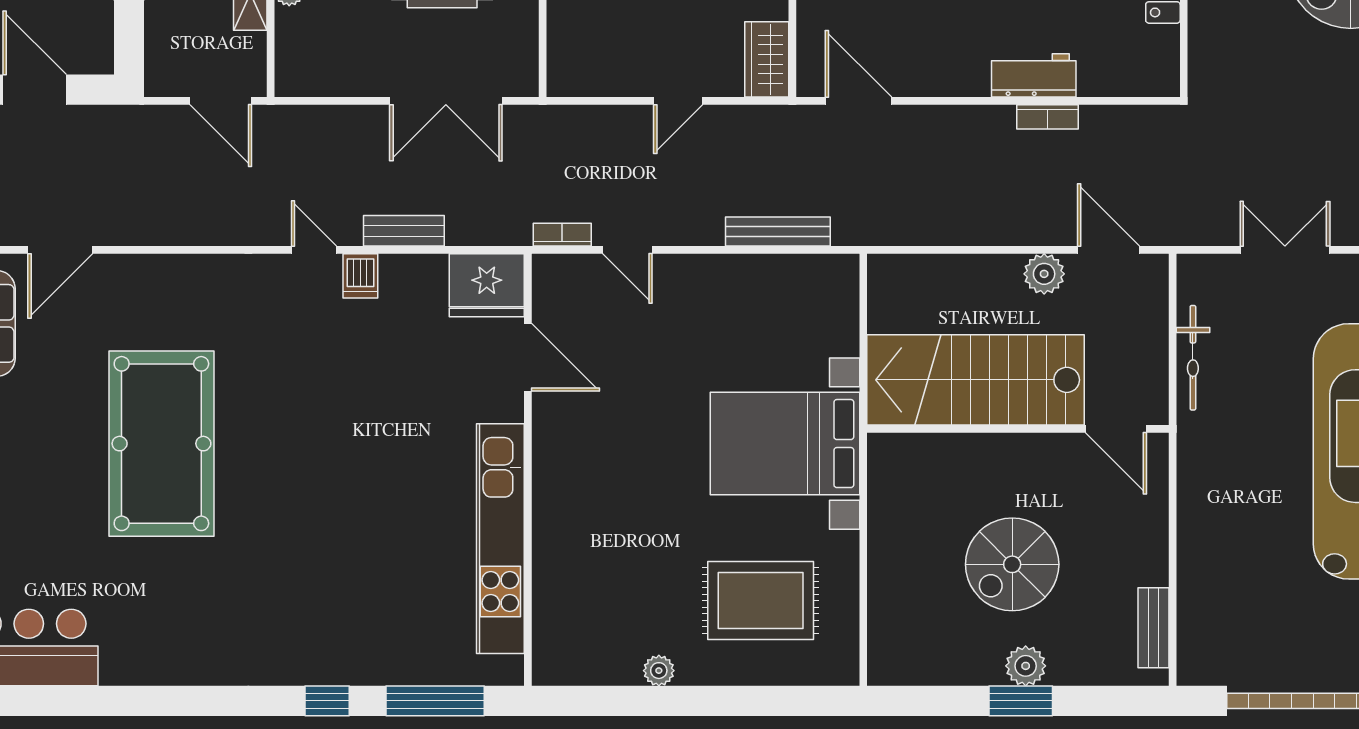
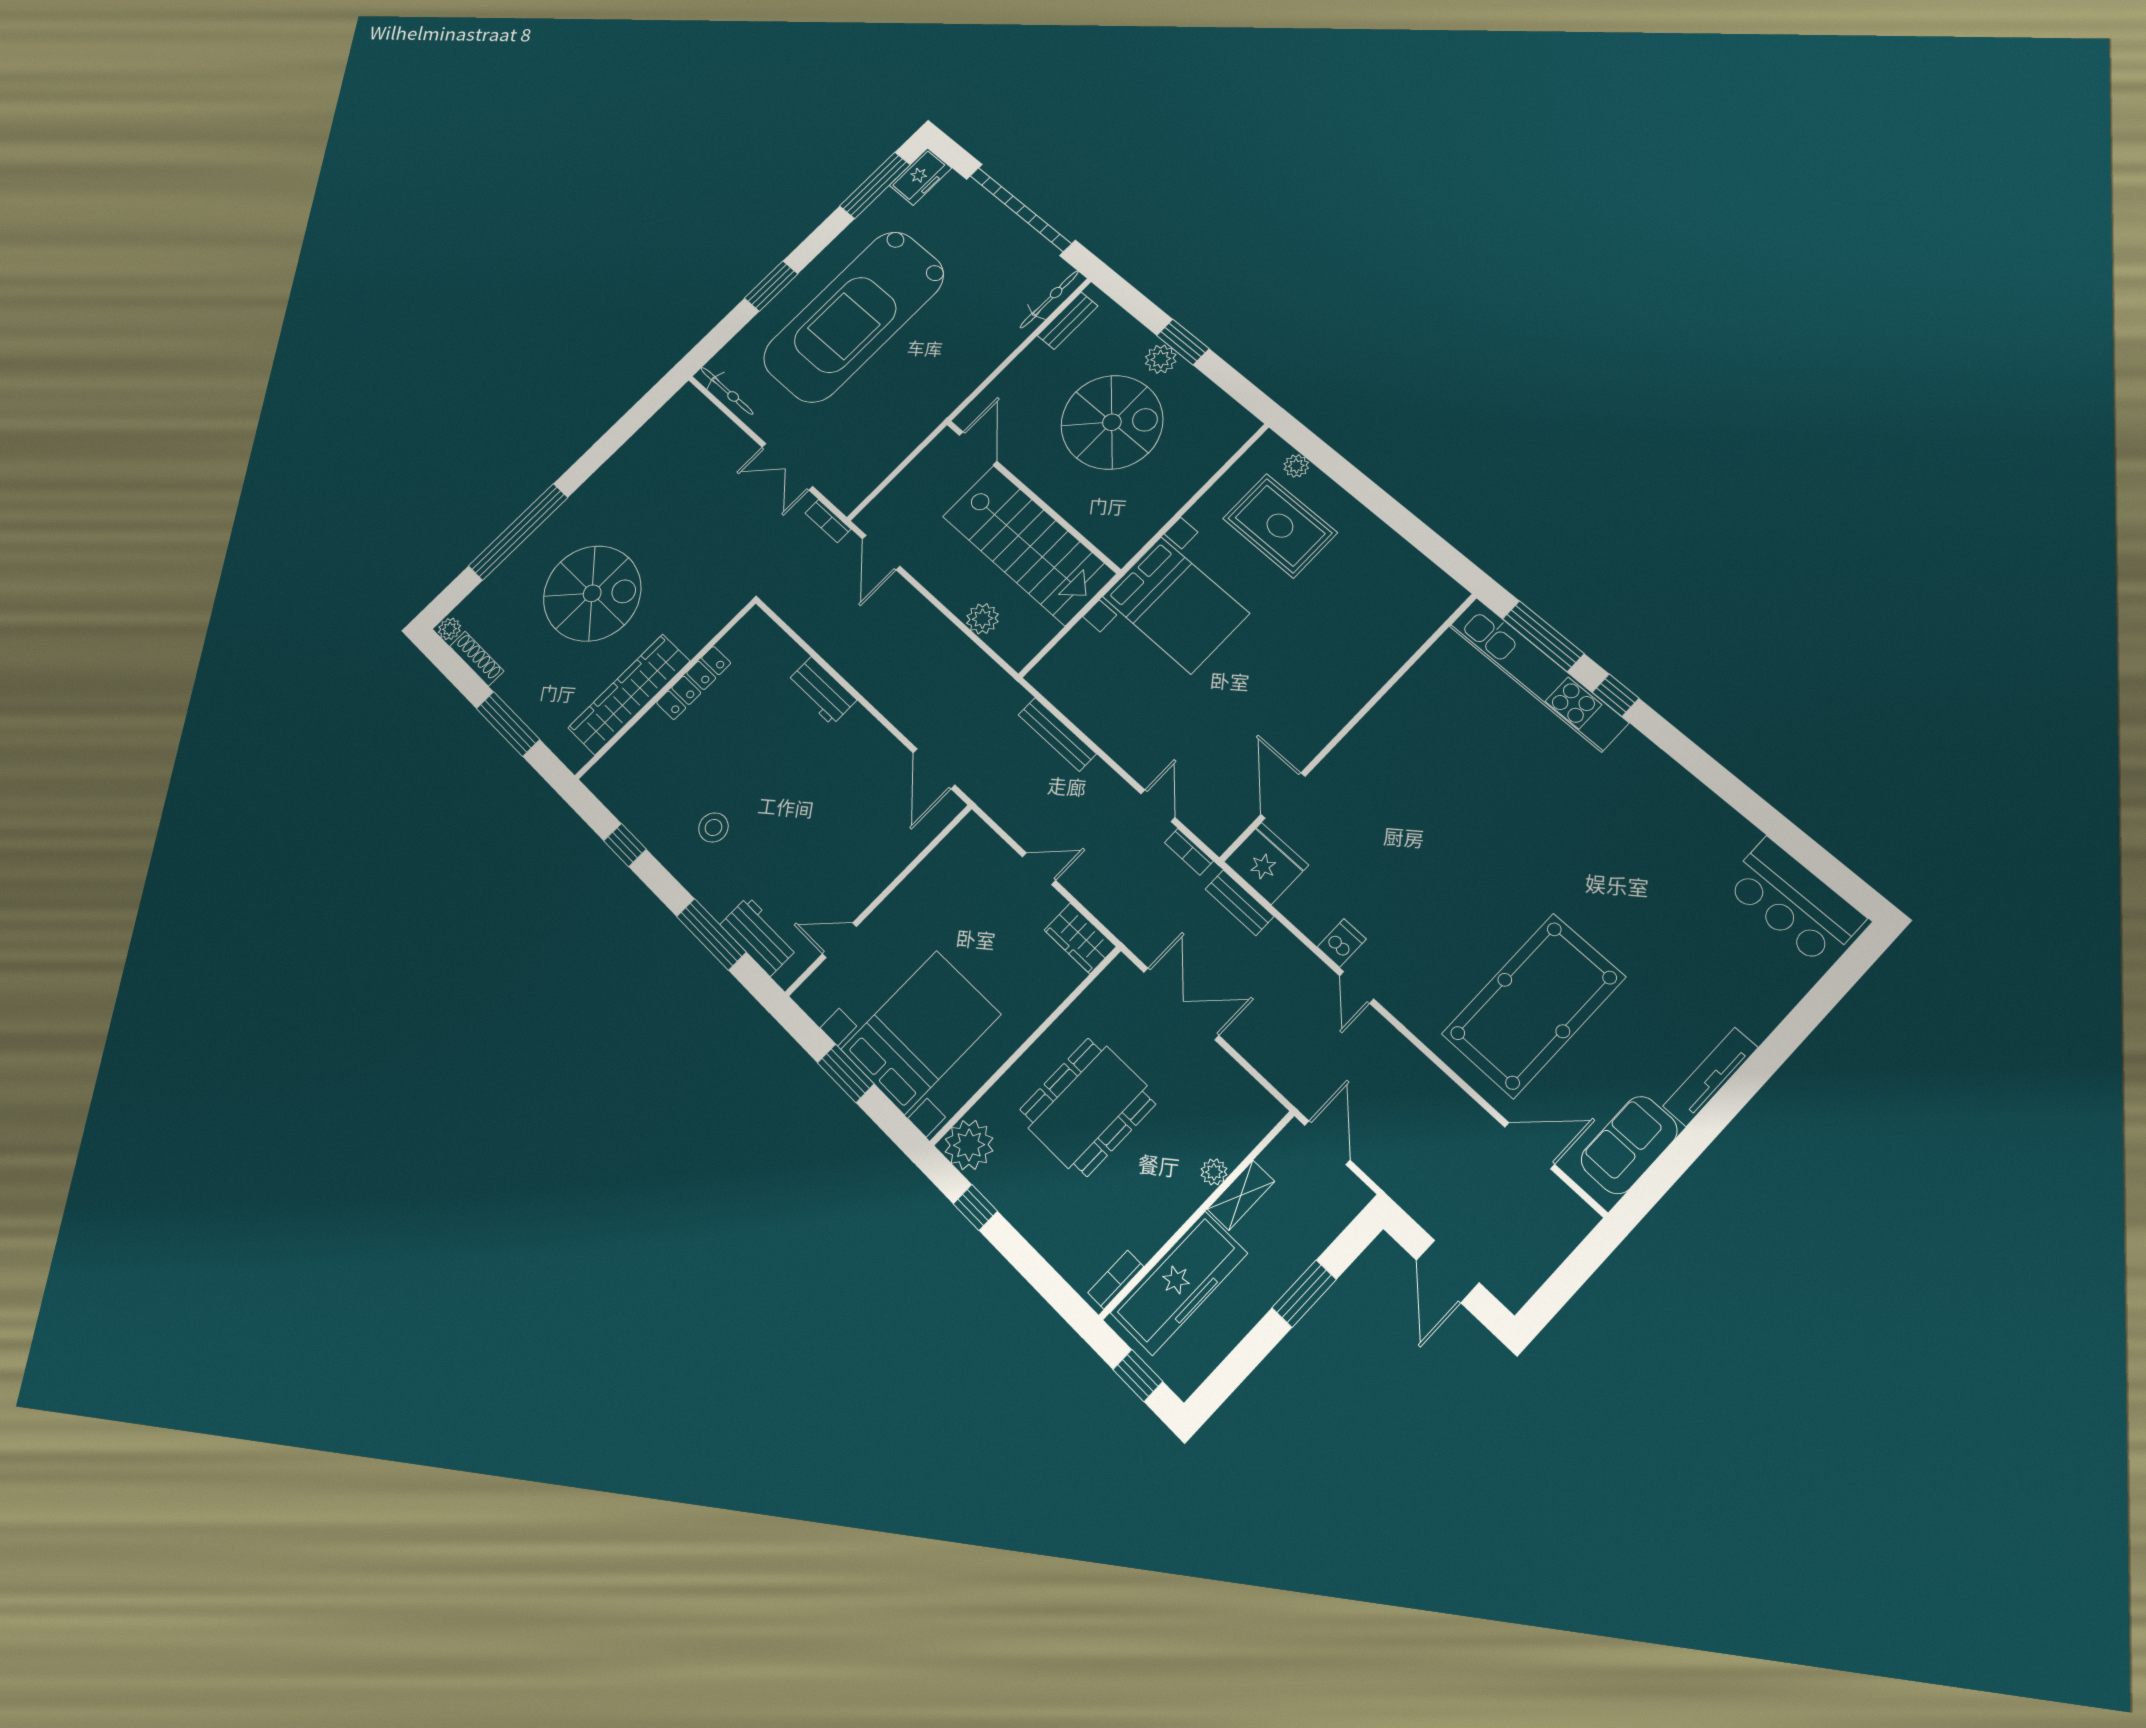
wardrobe: (767, 59) -> (1080, 938), moved, turned 90
bookcase: (1048, 117) -> (828, 521), moved, turned 180
bench: (404, 231) -> (1239, 903), moved
plant: (1044, 274) -> (982, 619), moved
bicycle: (1193, 358) -> (1049, 299), moved
pool table: (161, 444) -> (1534, 1005), moved
kitchen unit: (500, 539) -> (1538, 674), moved, turned 90
spiral stairs: (1012, 564) -> (1112, 422), width x1.37, depth x1.37
plant: (659, 671) -> (1296, 466), moved

